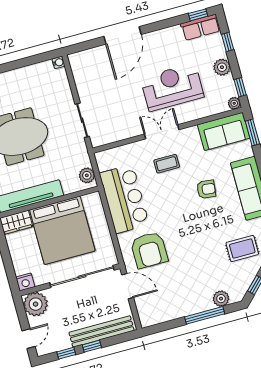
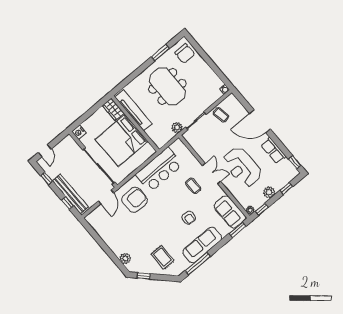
row of seats: (200, 27) -> (273, 151), moved
coffee table: (90, 83) -> (221, 115), added
reception desk: (172, 87) -> (242, 167), turned 180
plant: (87, 175) -> (177, 128), moved
armchair: (149, 250) -> (135, 200), turned 180
plant: (36, 304) -> (68, 145), removed
window: (205, 315) -> (110, 253), removed
door: (28, 339) -> (45, 151), hinge flipped
window: (92, 346) -> (68, 203), moved

